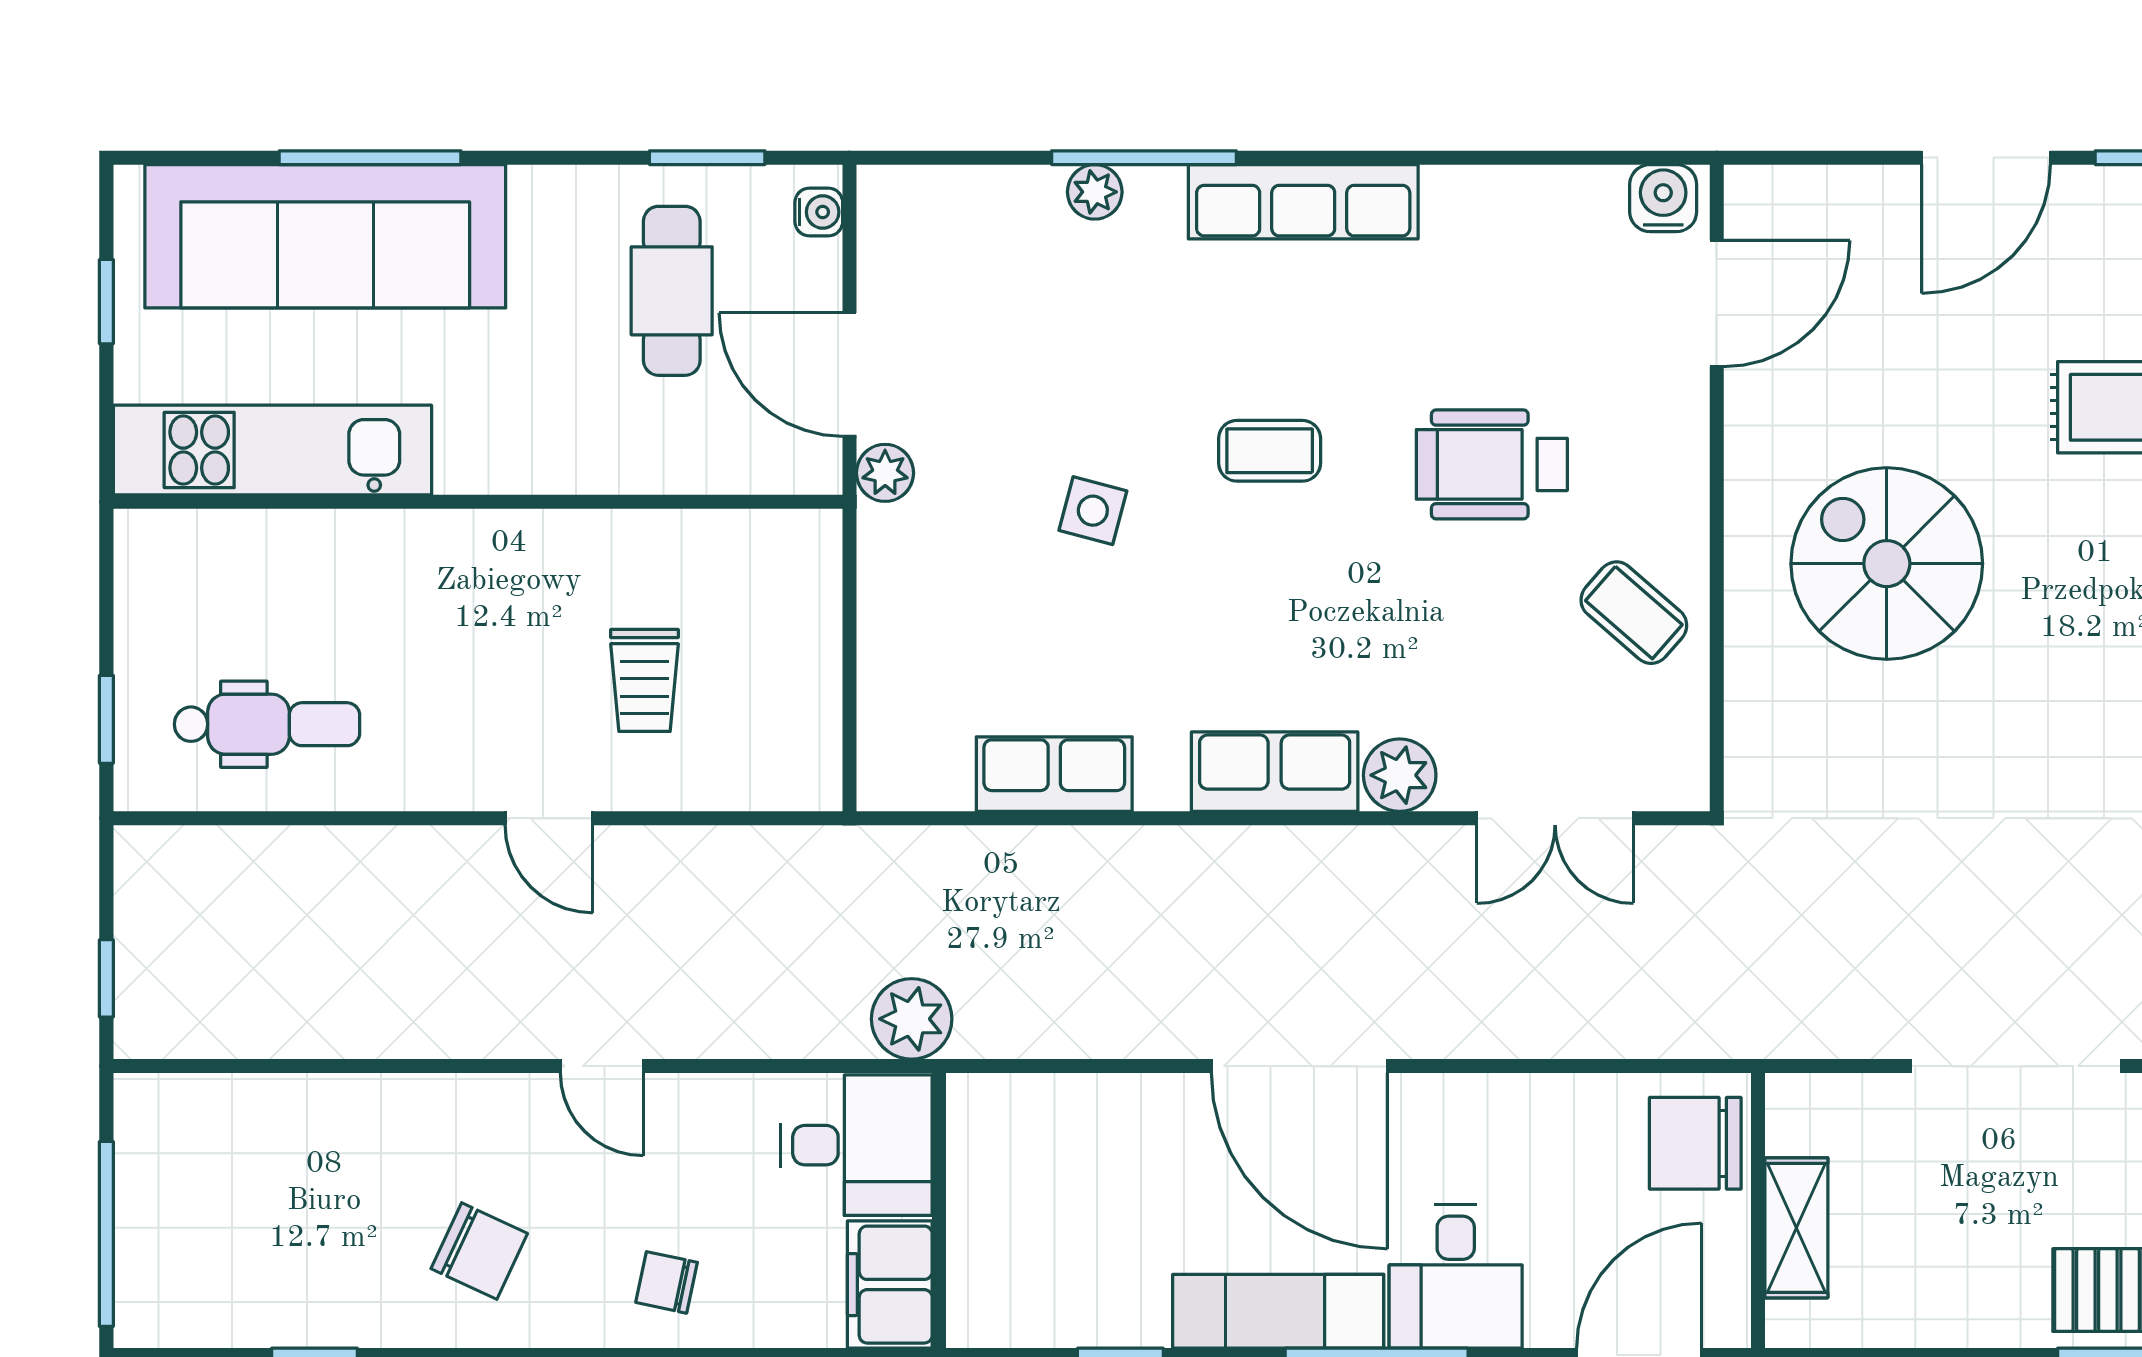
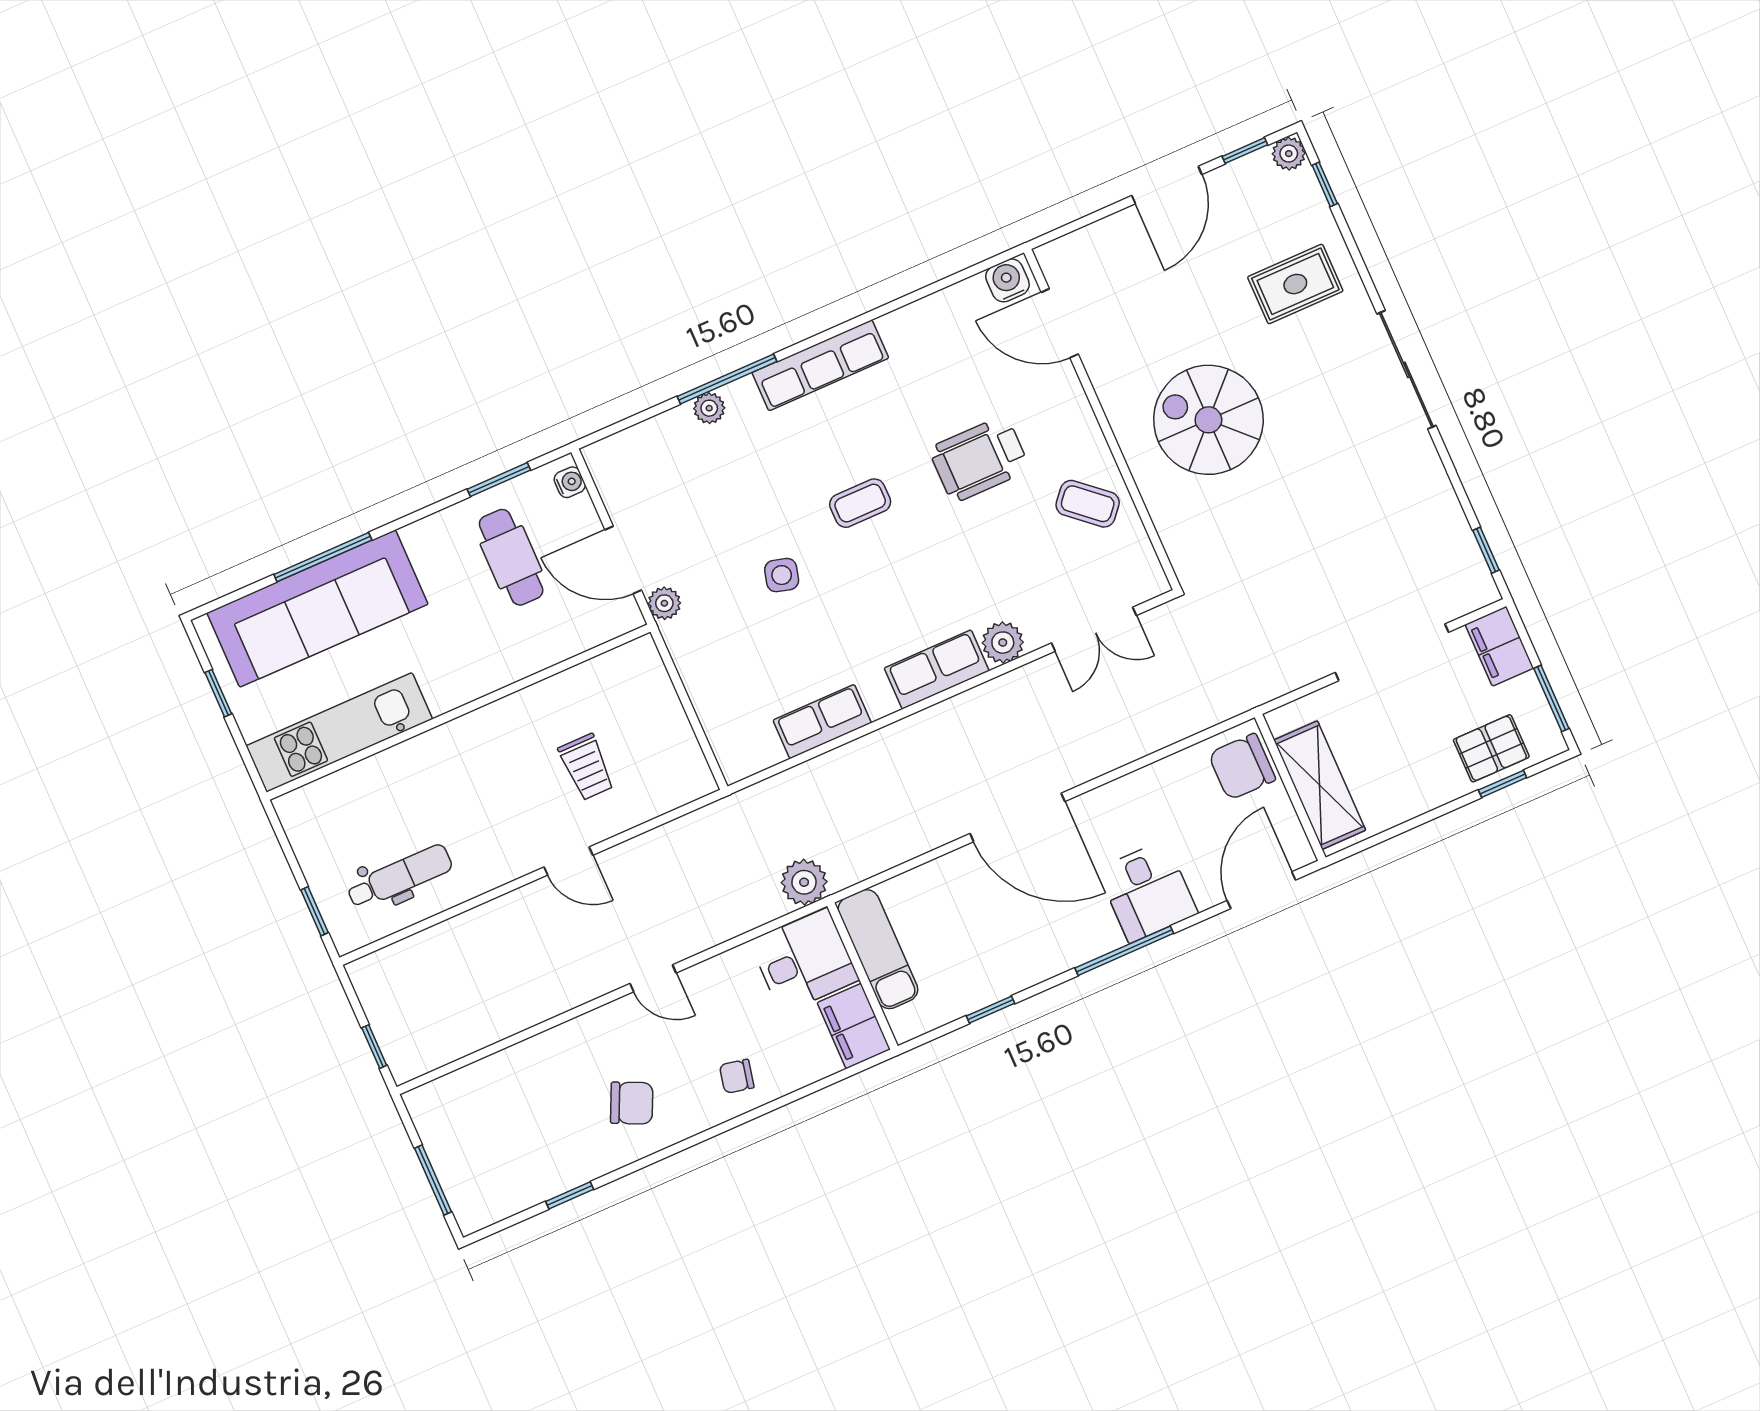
door: (1717, 304) -> (1060, 323), swing flipped
shelving: (1796, 1228) -> (1320, 785), width x1.50, depth x1.33
window: (106, 1234) -> (433, 1180), width x0.69
exam couch: (1278, 1311) -> (878, 949), moved, turned 90

